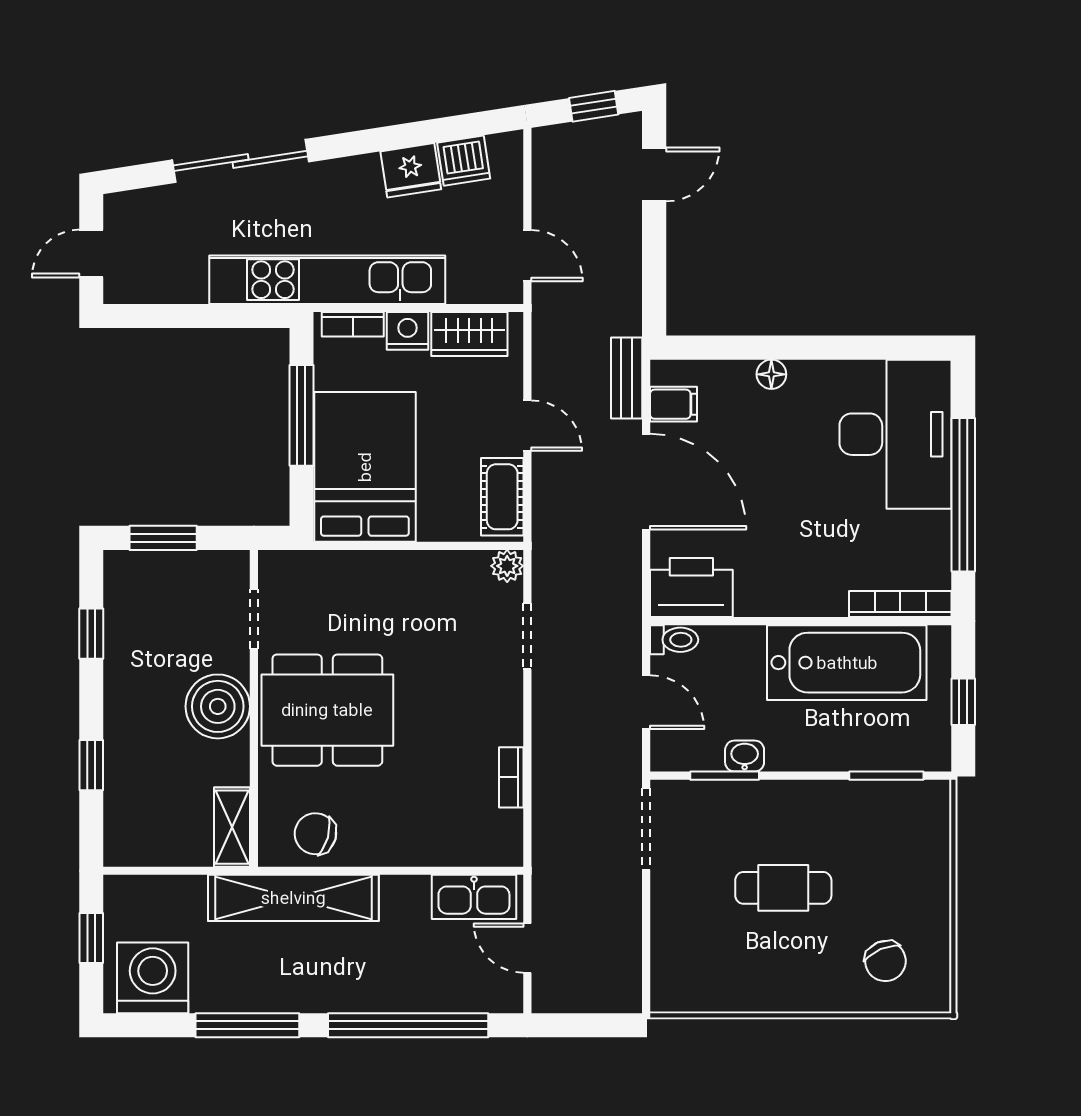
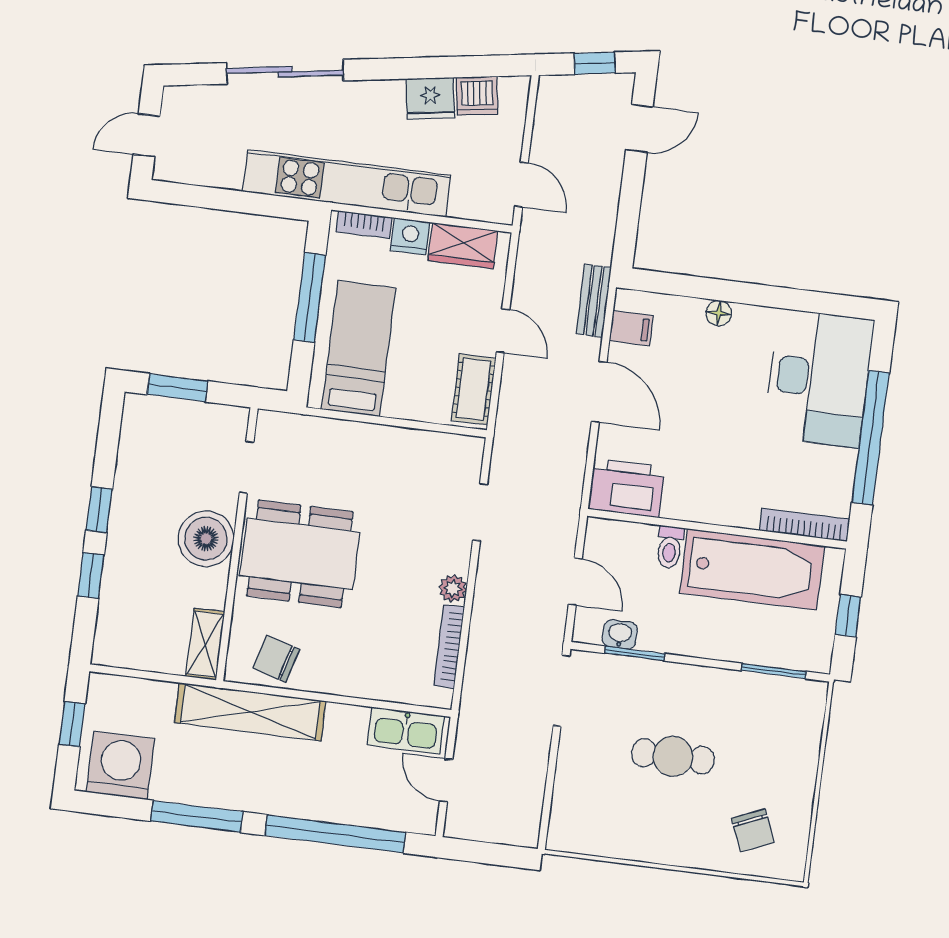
bed: (365, 467) -> (359, 349), width x0.67
door: (646, 482) -> (599, 392), width x0.73
plant: (507, 566) -> (453, 589), moved
window: (91, 634) -> (99, 510), moved
toilet: (674, 640) -> (670, 547), moved, turned 90
washbasin: (745, 756) -> (620, 634), moved
bookcase: (511, 777) -> (449, 646), width x1.56

